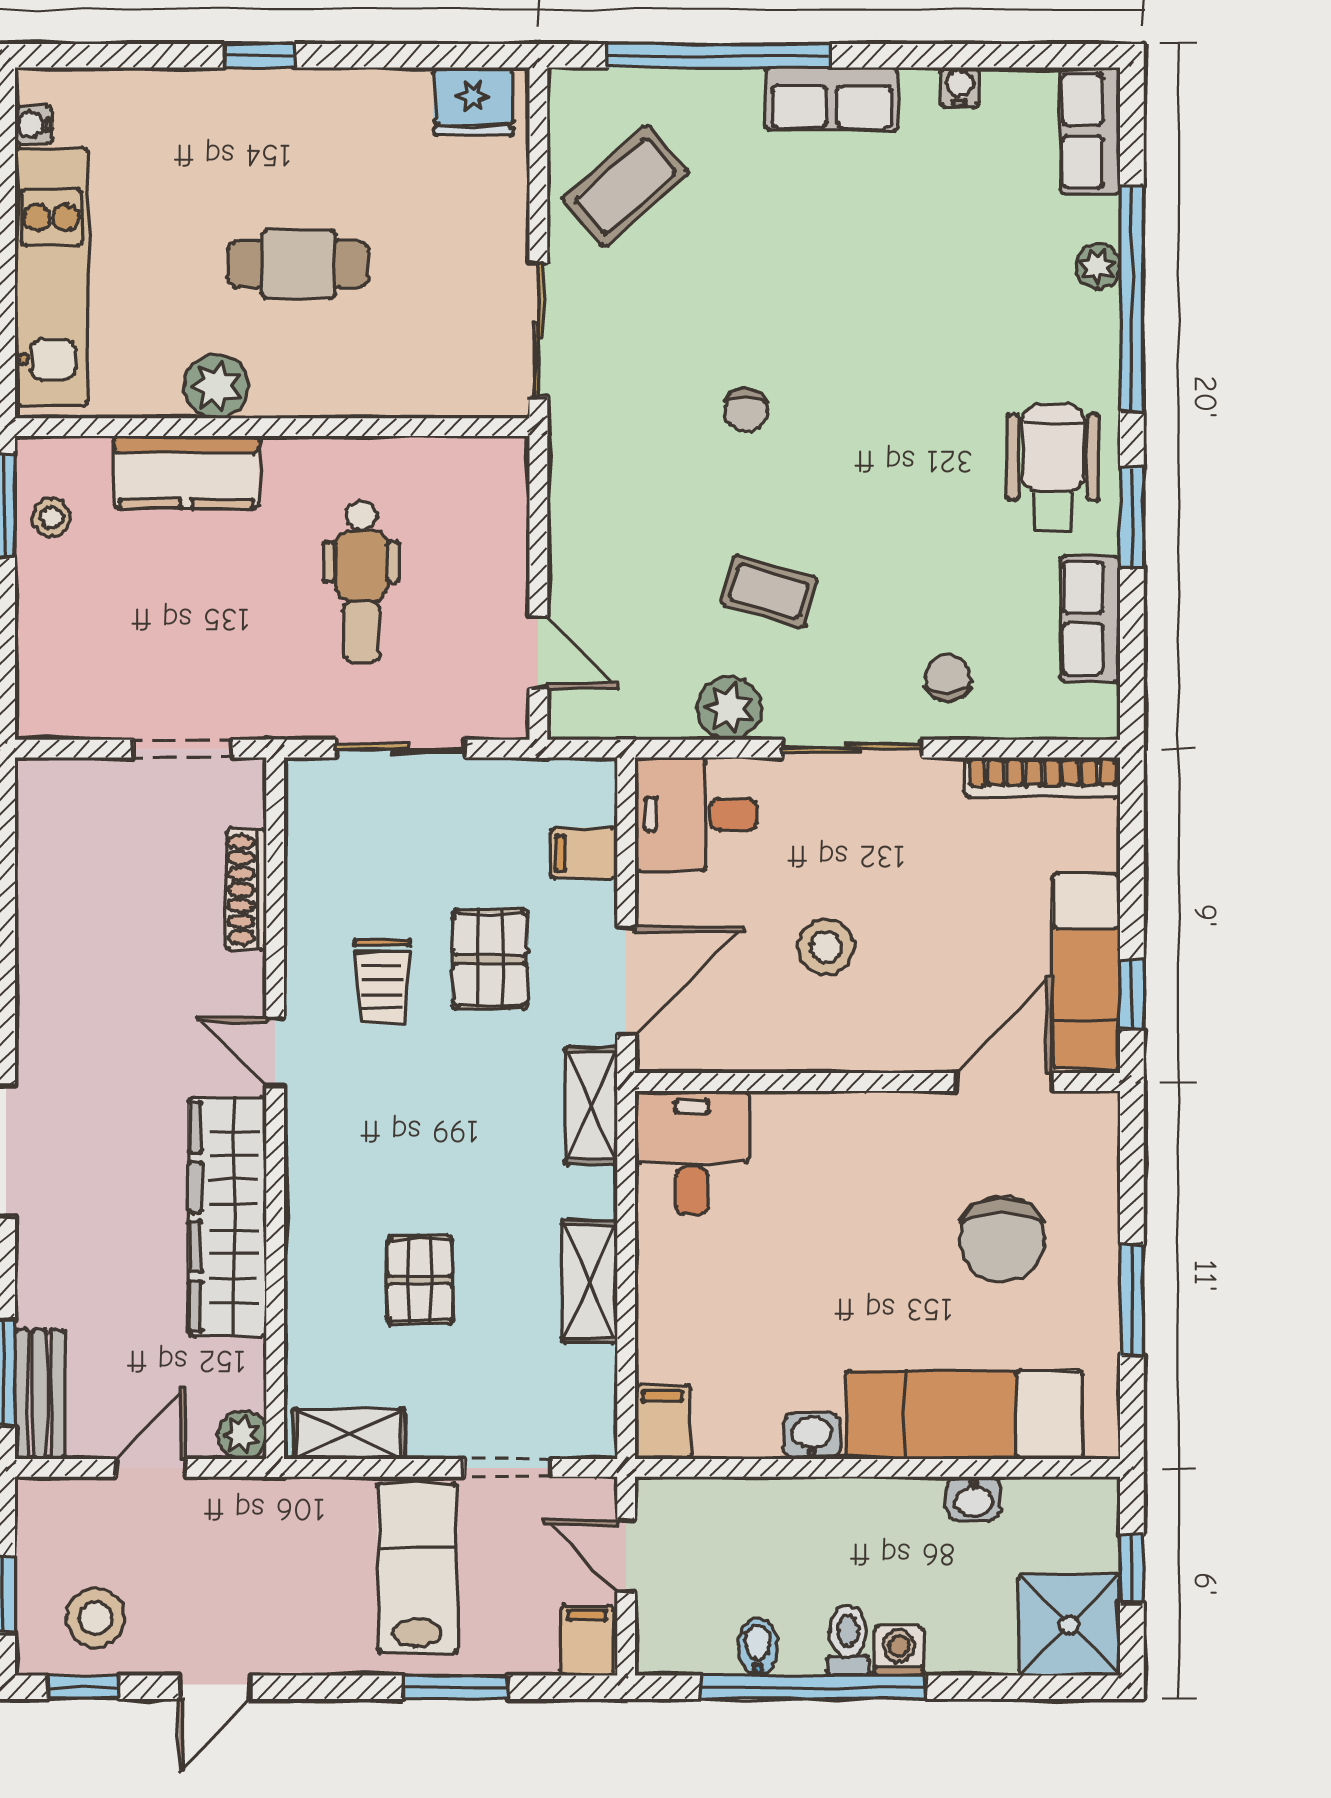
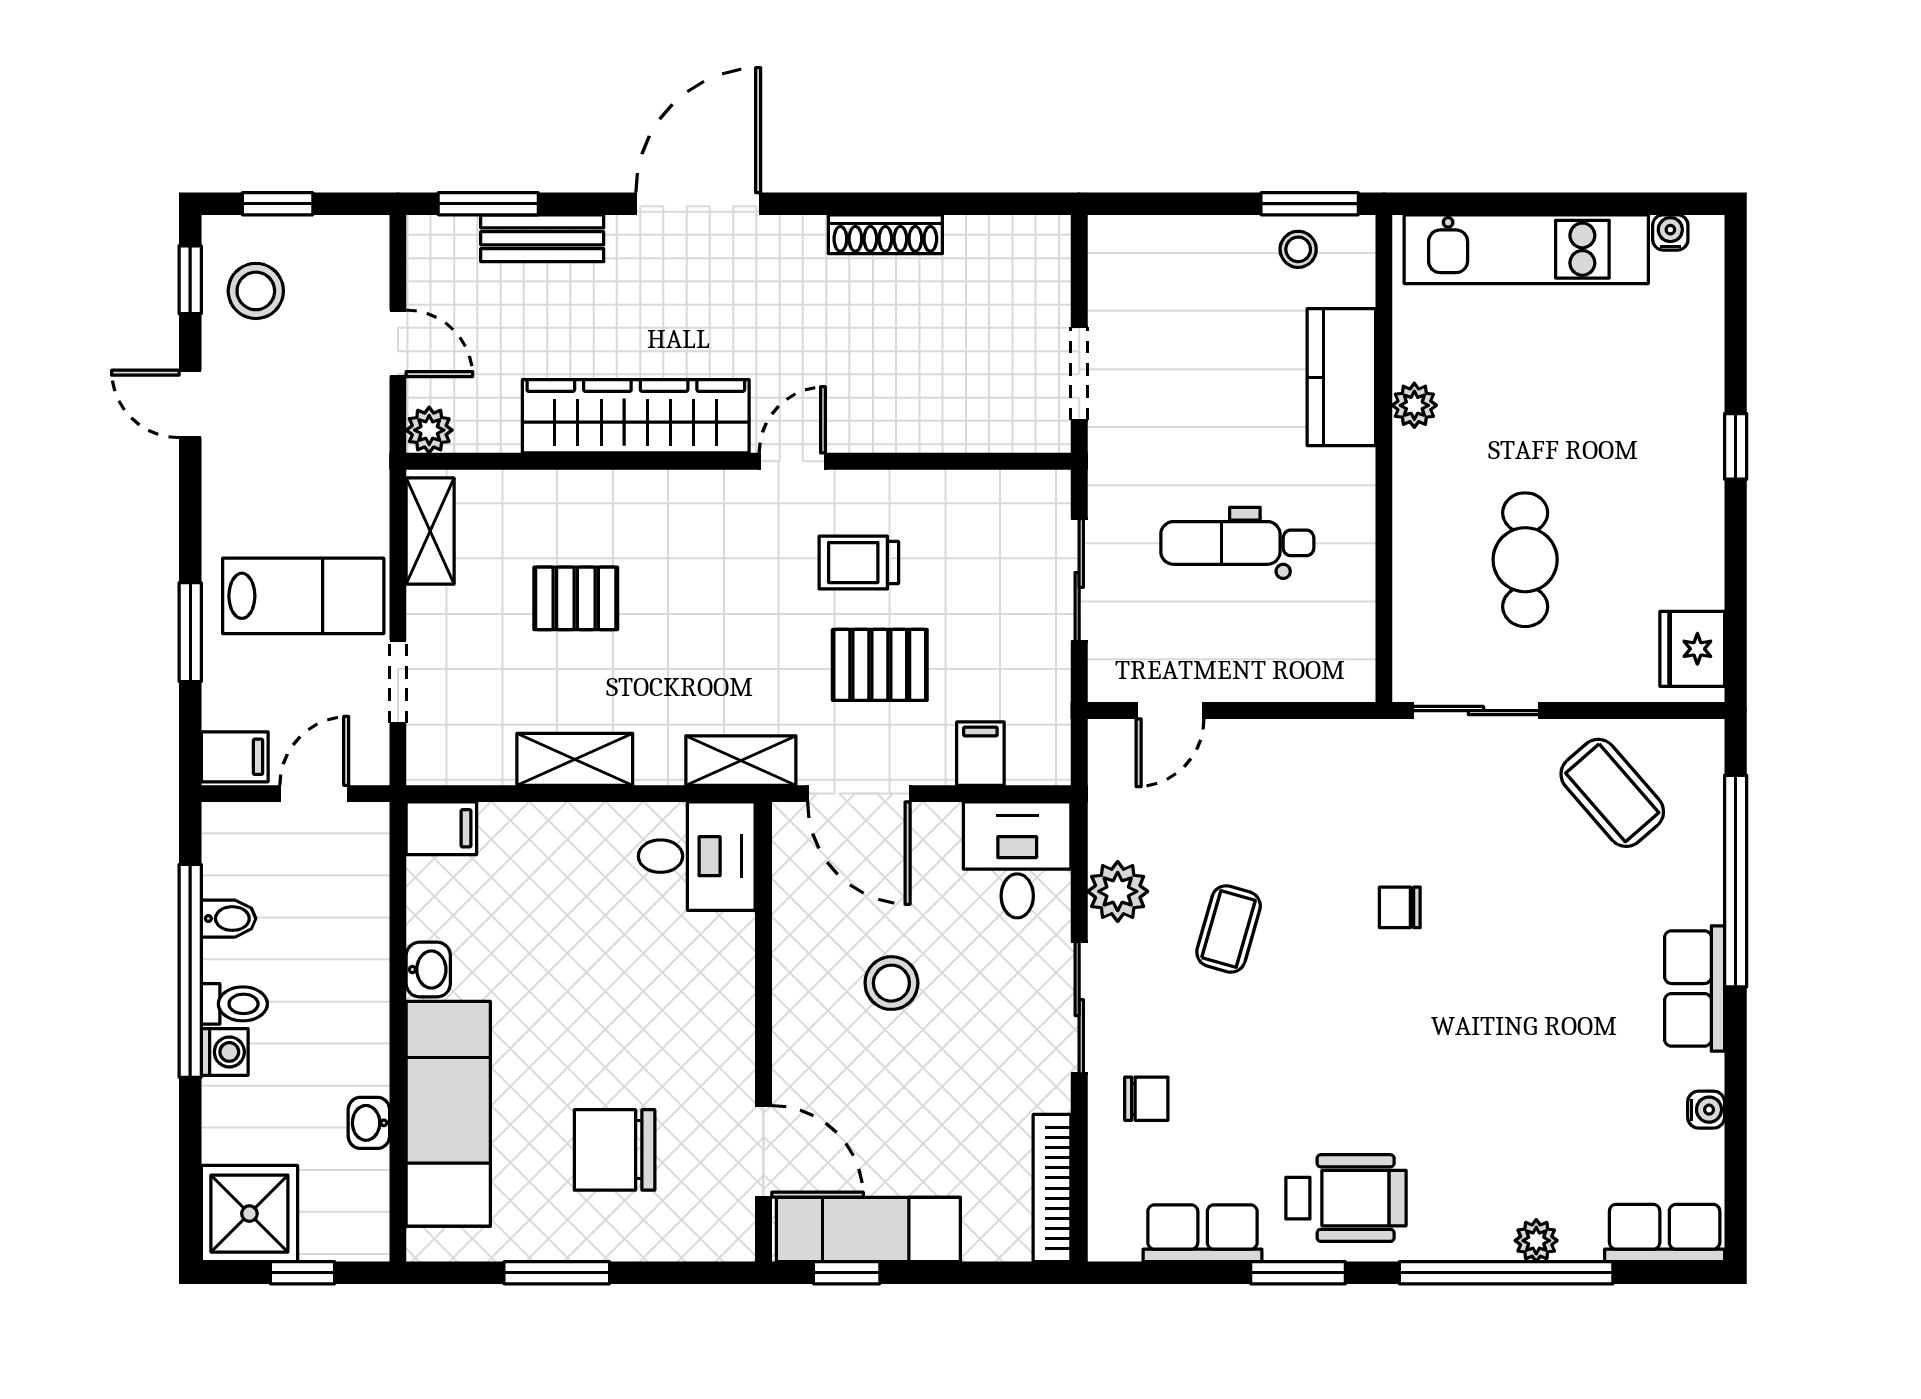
cafe table: (298, 264) -> (1525, 560), moved
plant: (216, 386) -> (1414, 405), width x0.73, depth x0.73
shoe rack: (246, 890) -> (885, 234), moved, turned 180
bench: (40, 1394) -> (542, 238), moved

